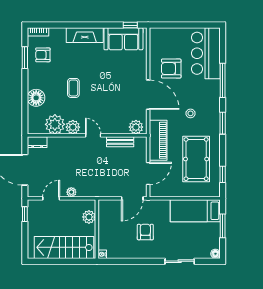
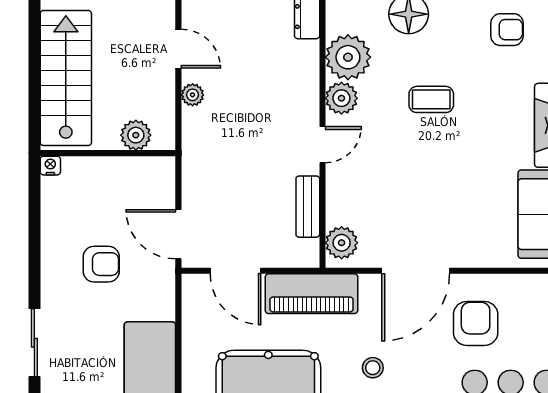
armchair: (43, 55) -> (507, 30), turned 90

